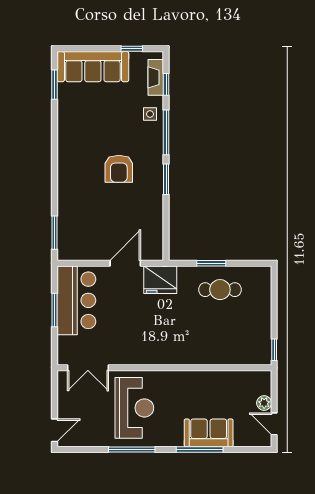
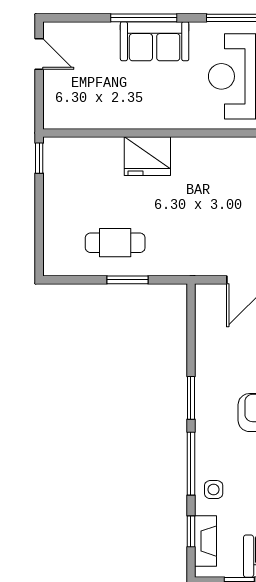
fridge: (160, 280) -> (147, 156), moved, turned 180
plant: (264, 403) -> (53, 83), removed
sofa: (209, 433) -> (155, 41), moved

